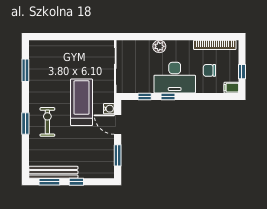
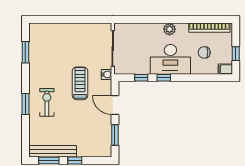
plant: (159, 46) -> (170, 29), moved
treadmill: (82, 102) -> (80, 83), width x0.73, depth x0.73
water cooler: (109, 109) -> (107, 74), moved

